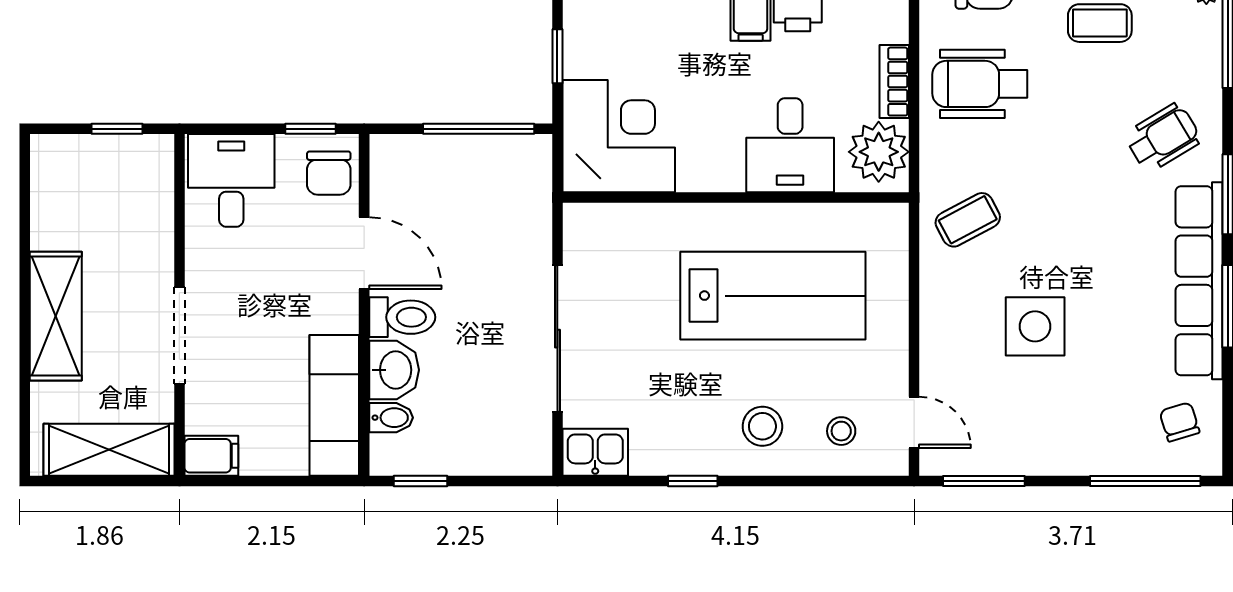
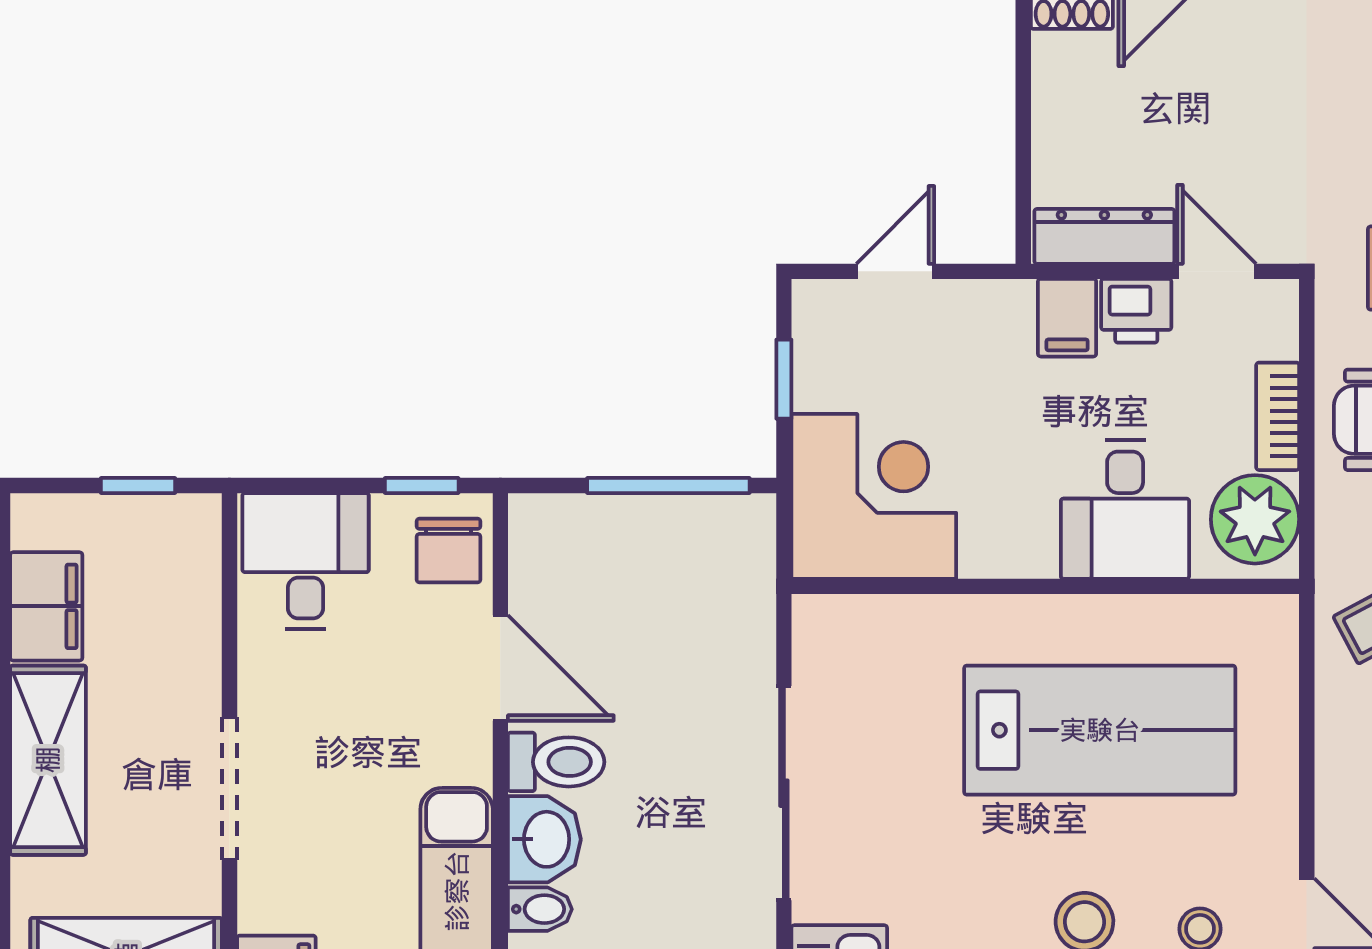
filing cabinet: (55, 211) -> (46, 606), added

